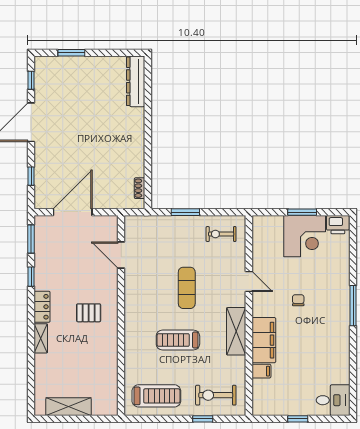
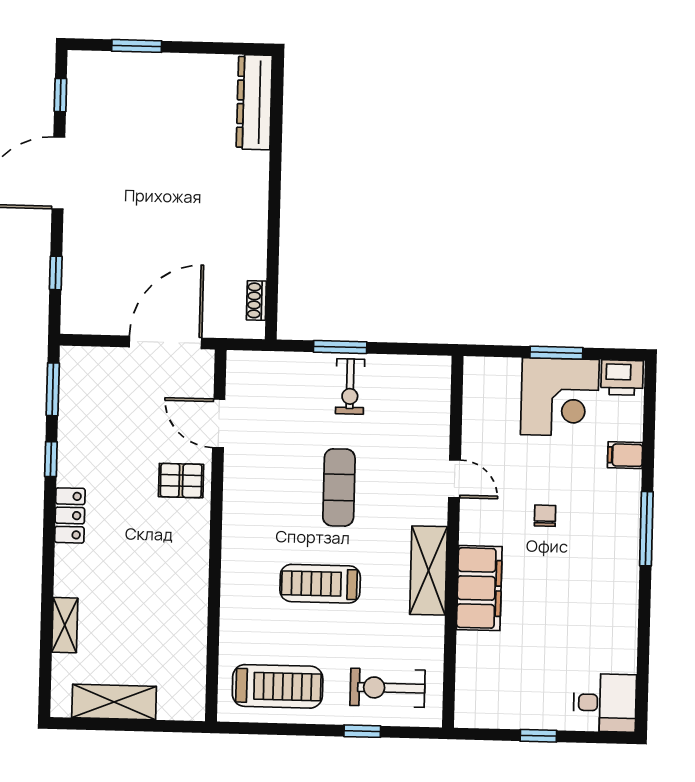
door: (73, 212) -> (165, 342), moved
exercise bike: (221, 234) -> (350, 386), moved, turned -90
pallet: (89, 313) -> (181, 481), moved
shelving: (41, 338) -> (65, 625), moved
filing cabinet: (261, 371) -> (625, 455), moved, turned 180

